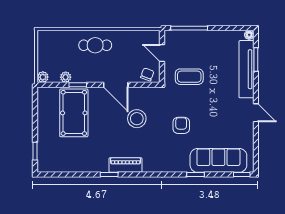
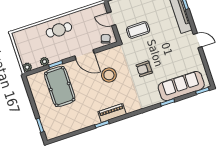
armchair: (181, 125) -> (144, 69), turned -90

